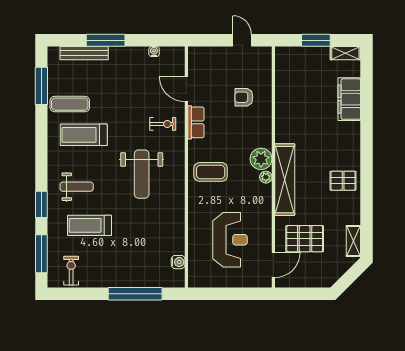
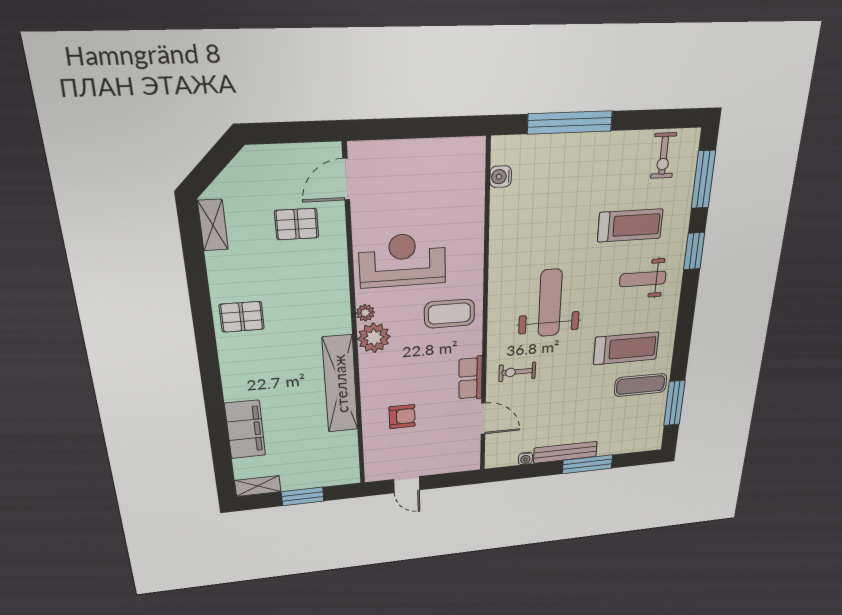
bench: (84, 53) -> (565, 452), moved
shelving: (285, 180) -> (340, 384), moved
pallet: (305, 239) -> (297, 224), width x0.67, depth x0.71
reception desk: (230, 240) -> (402, 260), moved, turned 90

